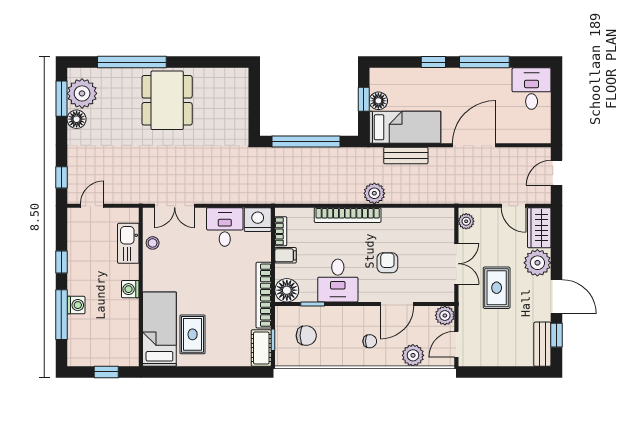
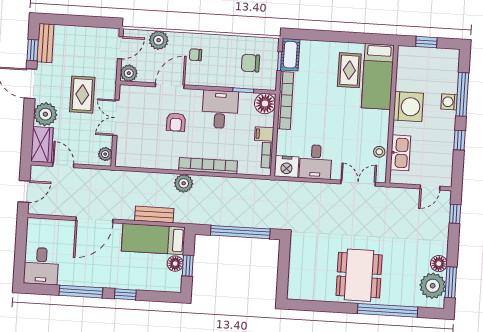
washing machine: (130, 289) -> (408, 107), width x1.89, depth x1.89

